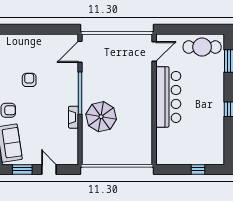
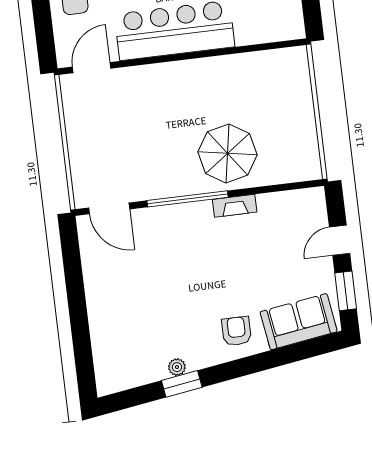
door: (154, 52) -> (92, 68), hinge flipped
armchair: (29, 80) -> (174, 298), removed

